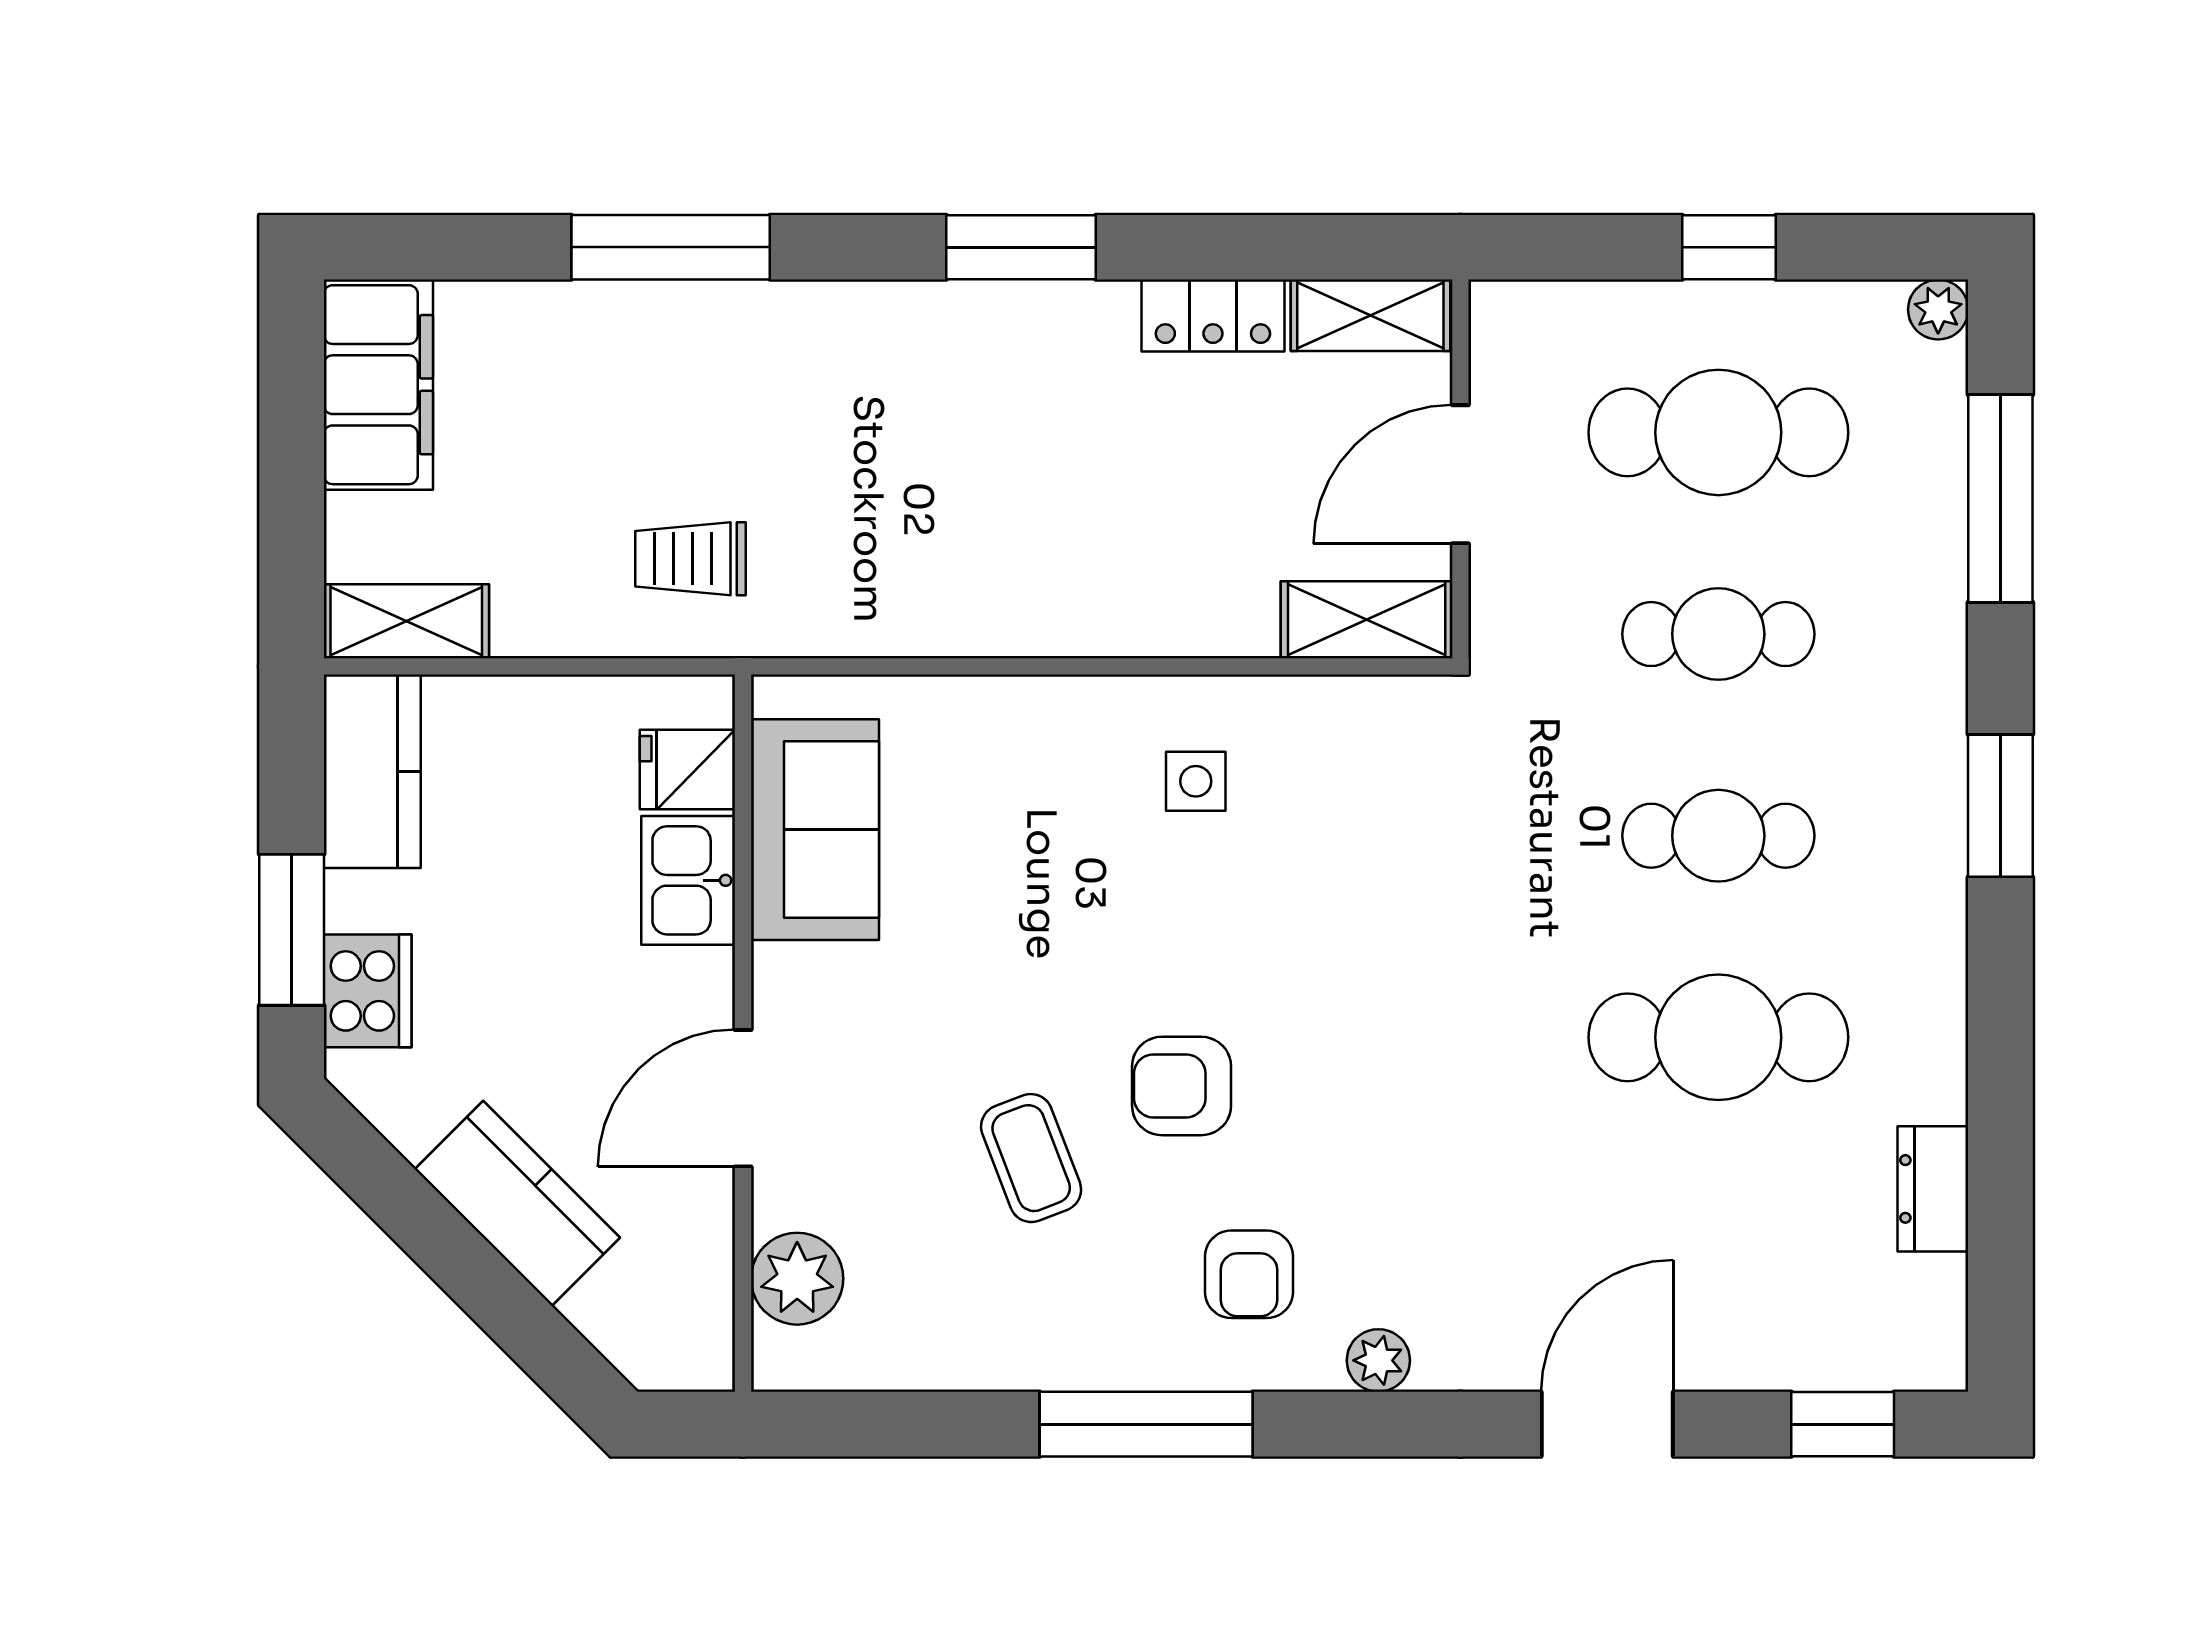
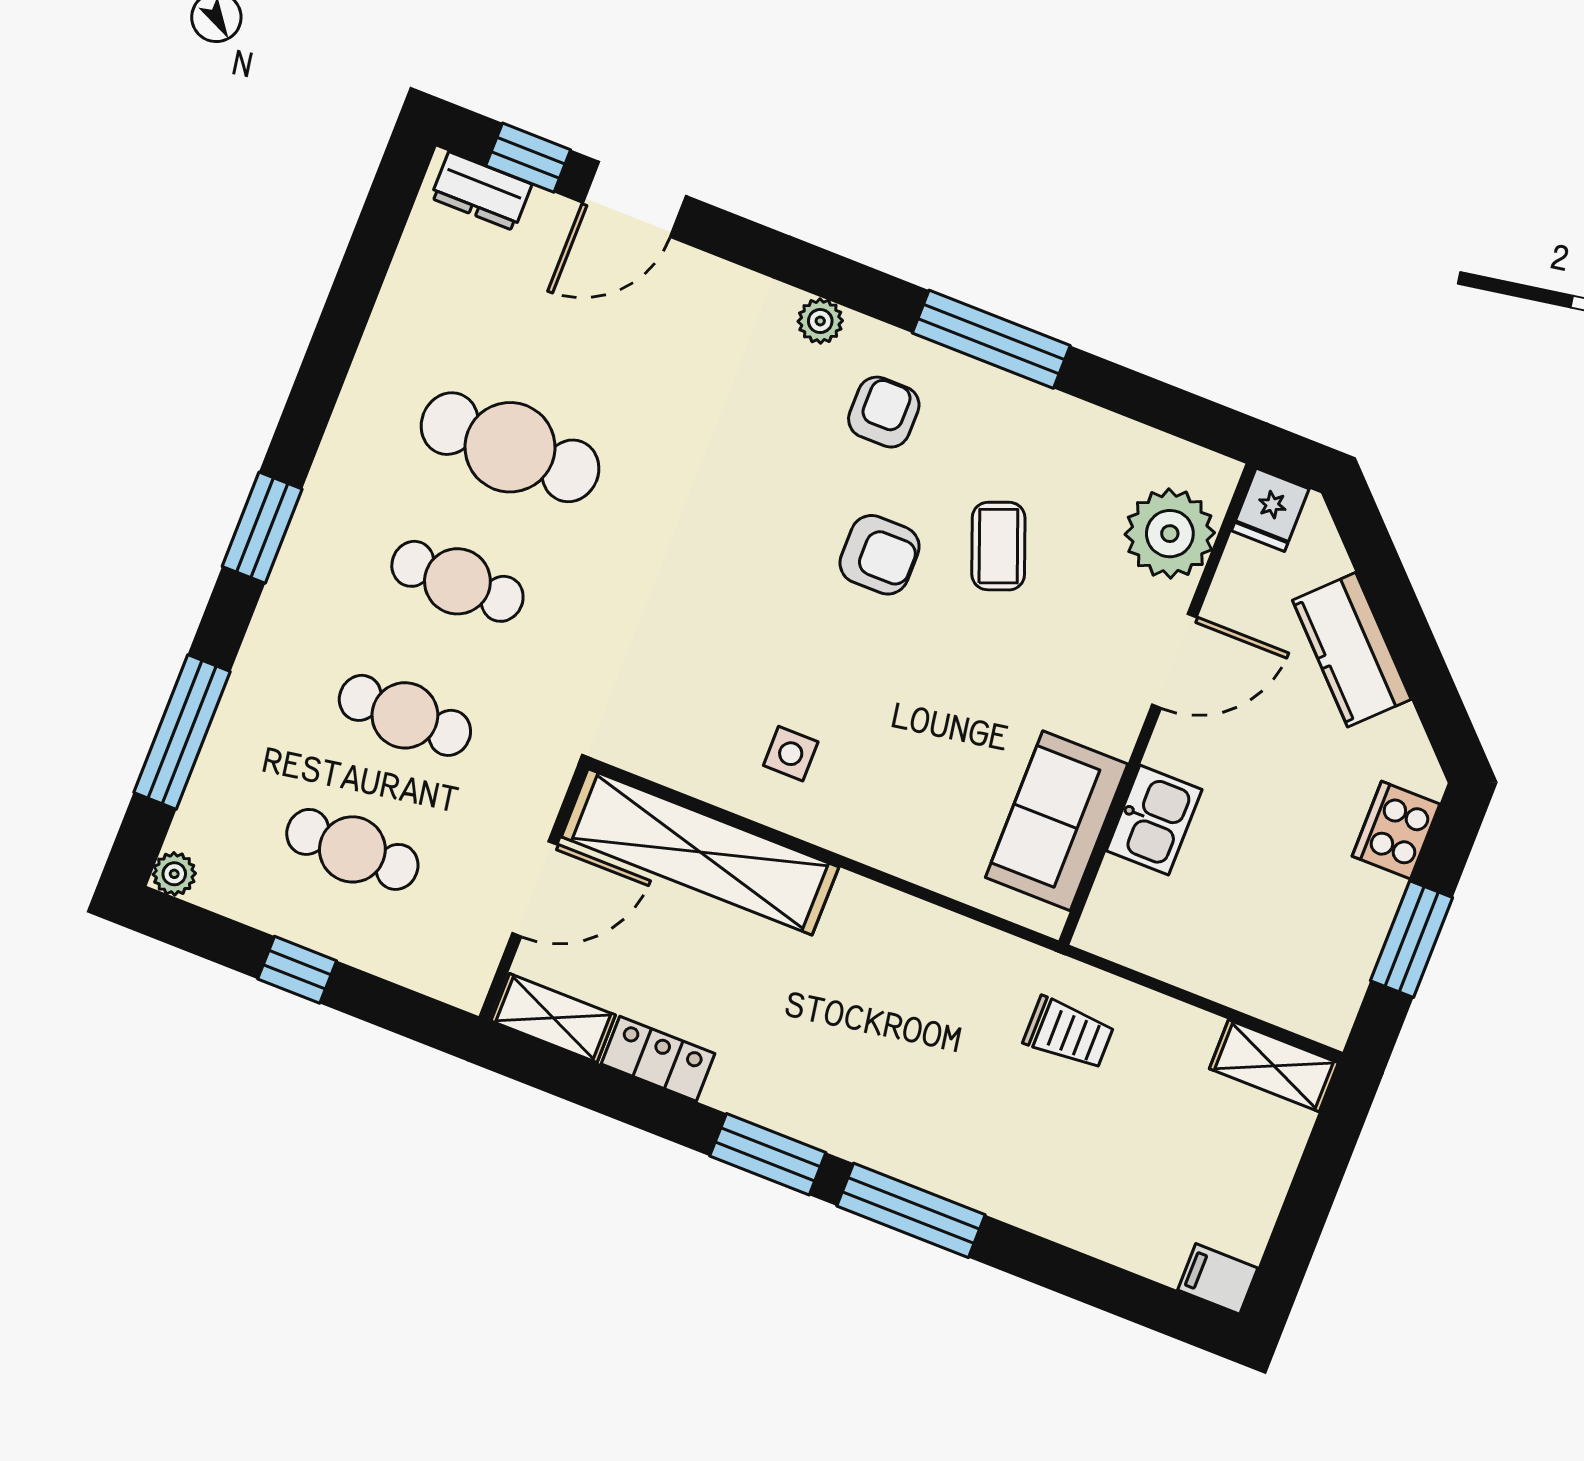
window: (671, 247) -> (911, 1210), moved
filing cabinet: (378, 385) -> (1218, 1279), width x0.33, depth x0.86
cafe table: (1718, 432) -> (352, 849), width x0.73, depth x0.74
shelving: (1367, 620) -> (700, 852), width x2.20, depth x1.33
fridge: (687, 769) -> (1270, 510), moved, turned 90
kitchen counter: (372, 771) -> (1336, 975), removed
window: (292, 930) -> (1412, 939), moved
dresser: (1933, 1189) -> (481, 191), moved, turned 90
plant: (797, 1279) -> (1170, 534), width x1.36, depth x1.36
door: (1607, 1424) -> (634, 199), moved

